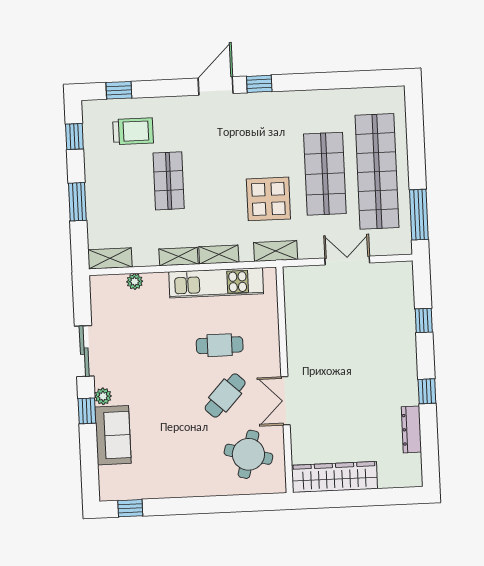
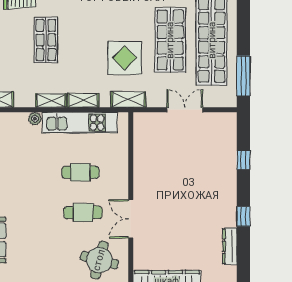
plant: (135, 281) -> (35, 119), moved
cafe table: (225, 395) -> (83, 212), turned 47

